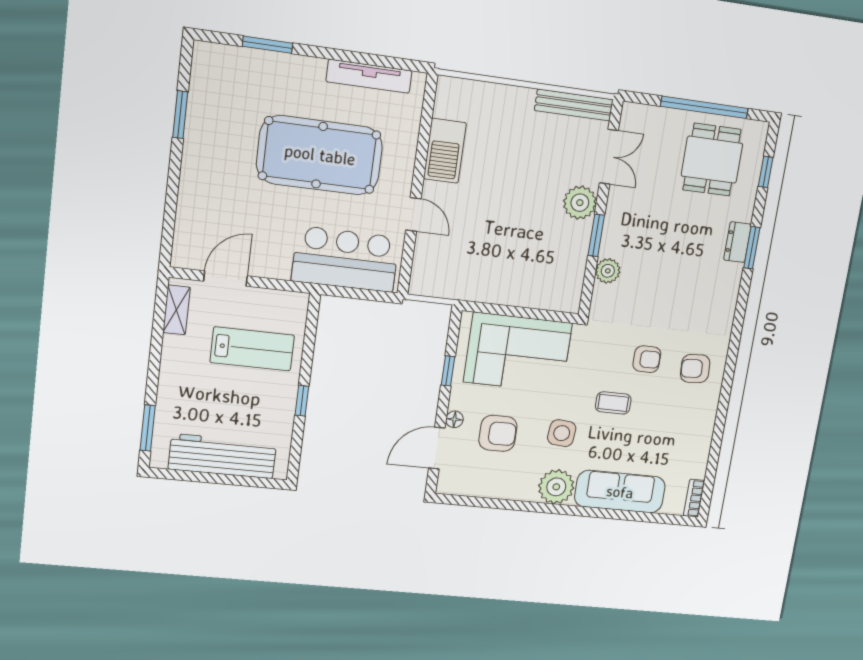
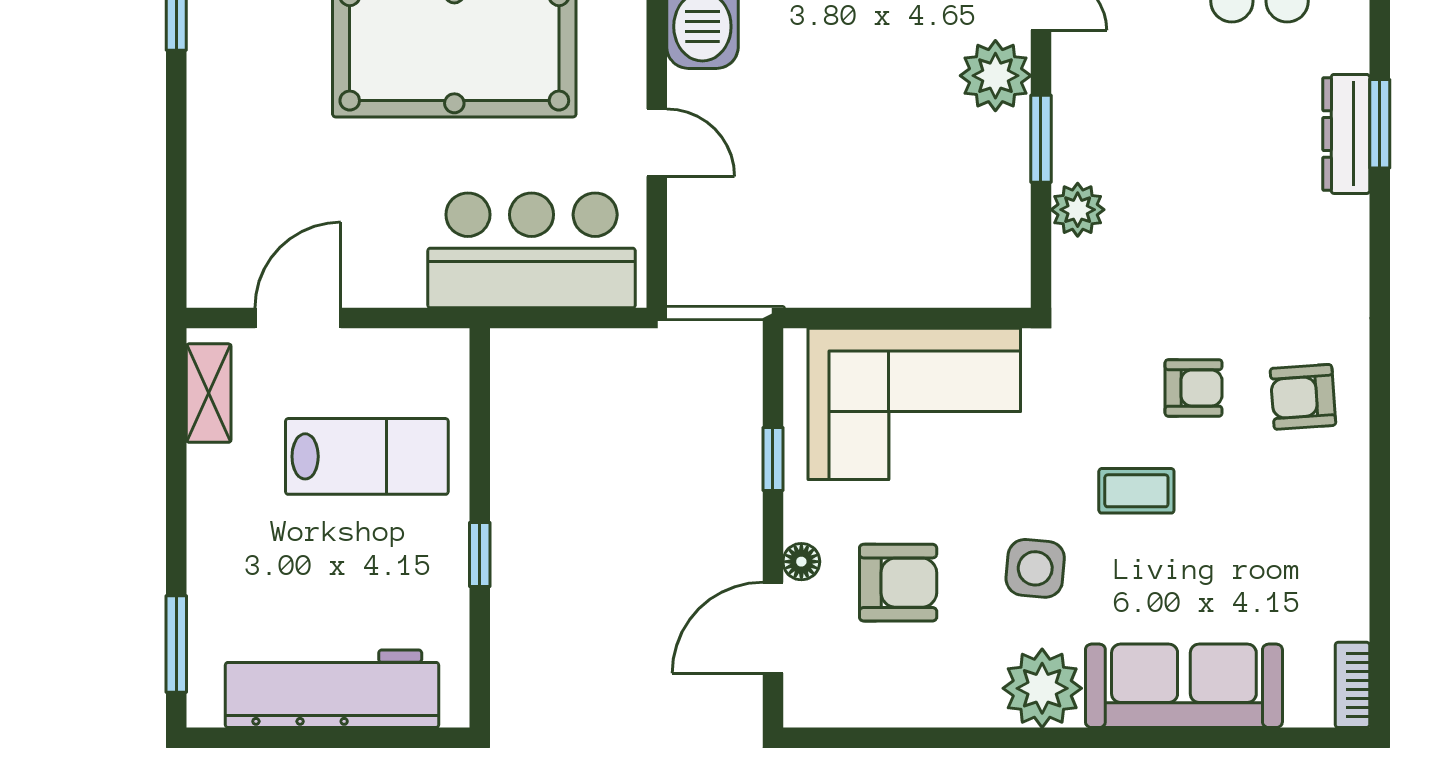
dresser: (737, 242) -> (1346, 134), width x1.44

